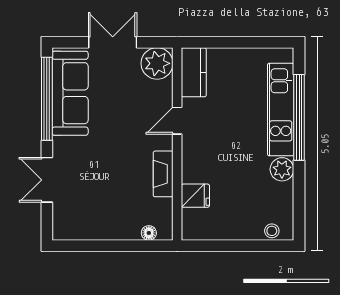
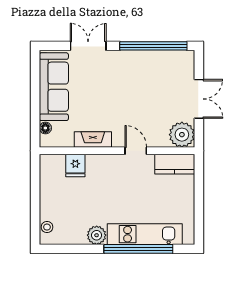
sofa: (70, 93) -> (54, 87), moved, turned -90

